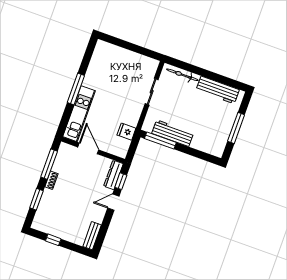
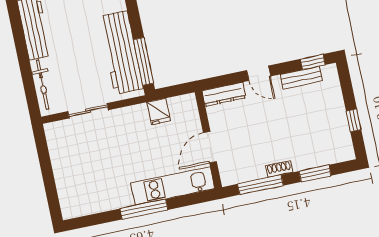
workbench: (173, 133) -> (121, 52), width x1.36, depth x1.32
window: (121, 181) -> (313, 62), moved
bench: (92, 236) -> (301, 78), moved

